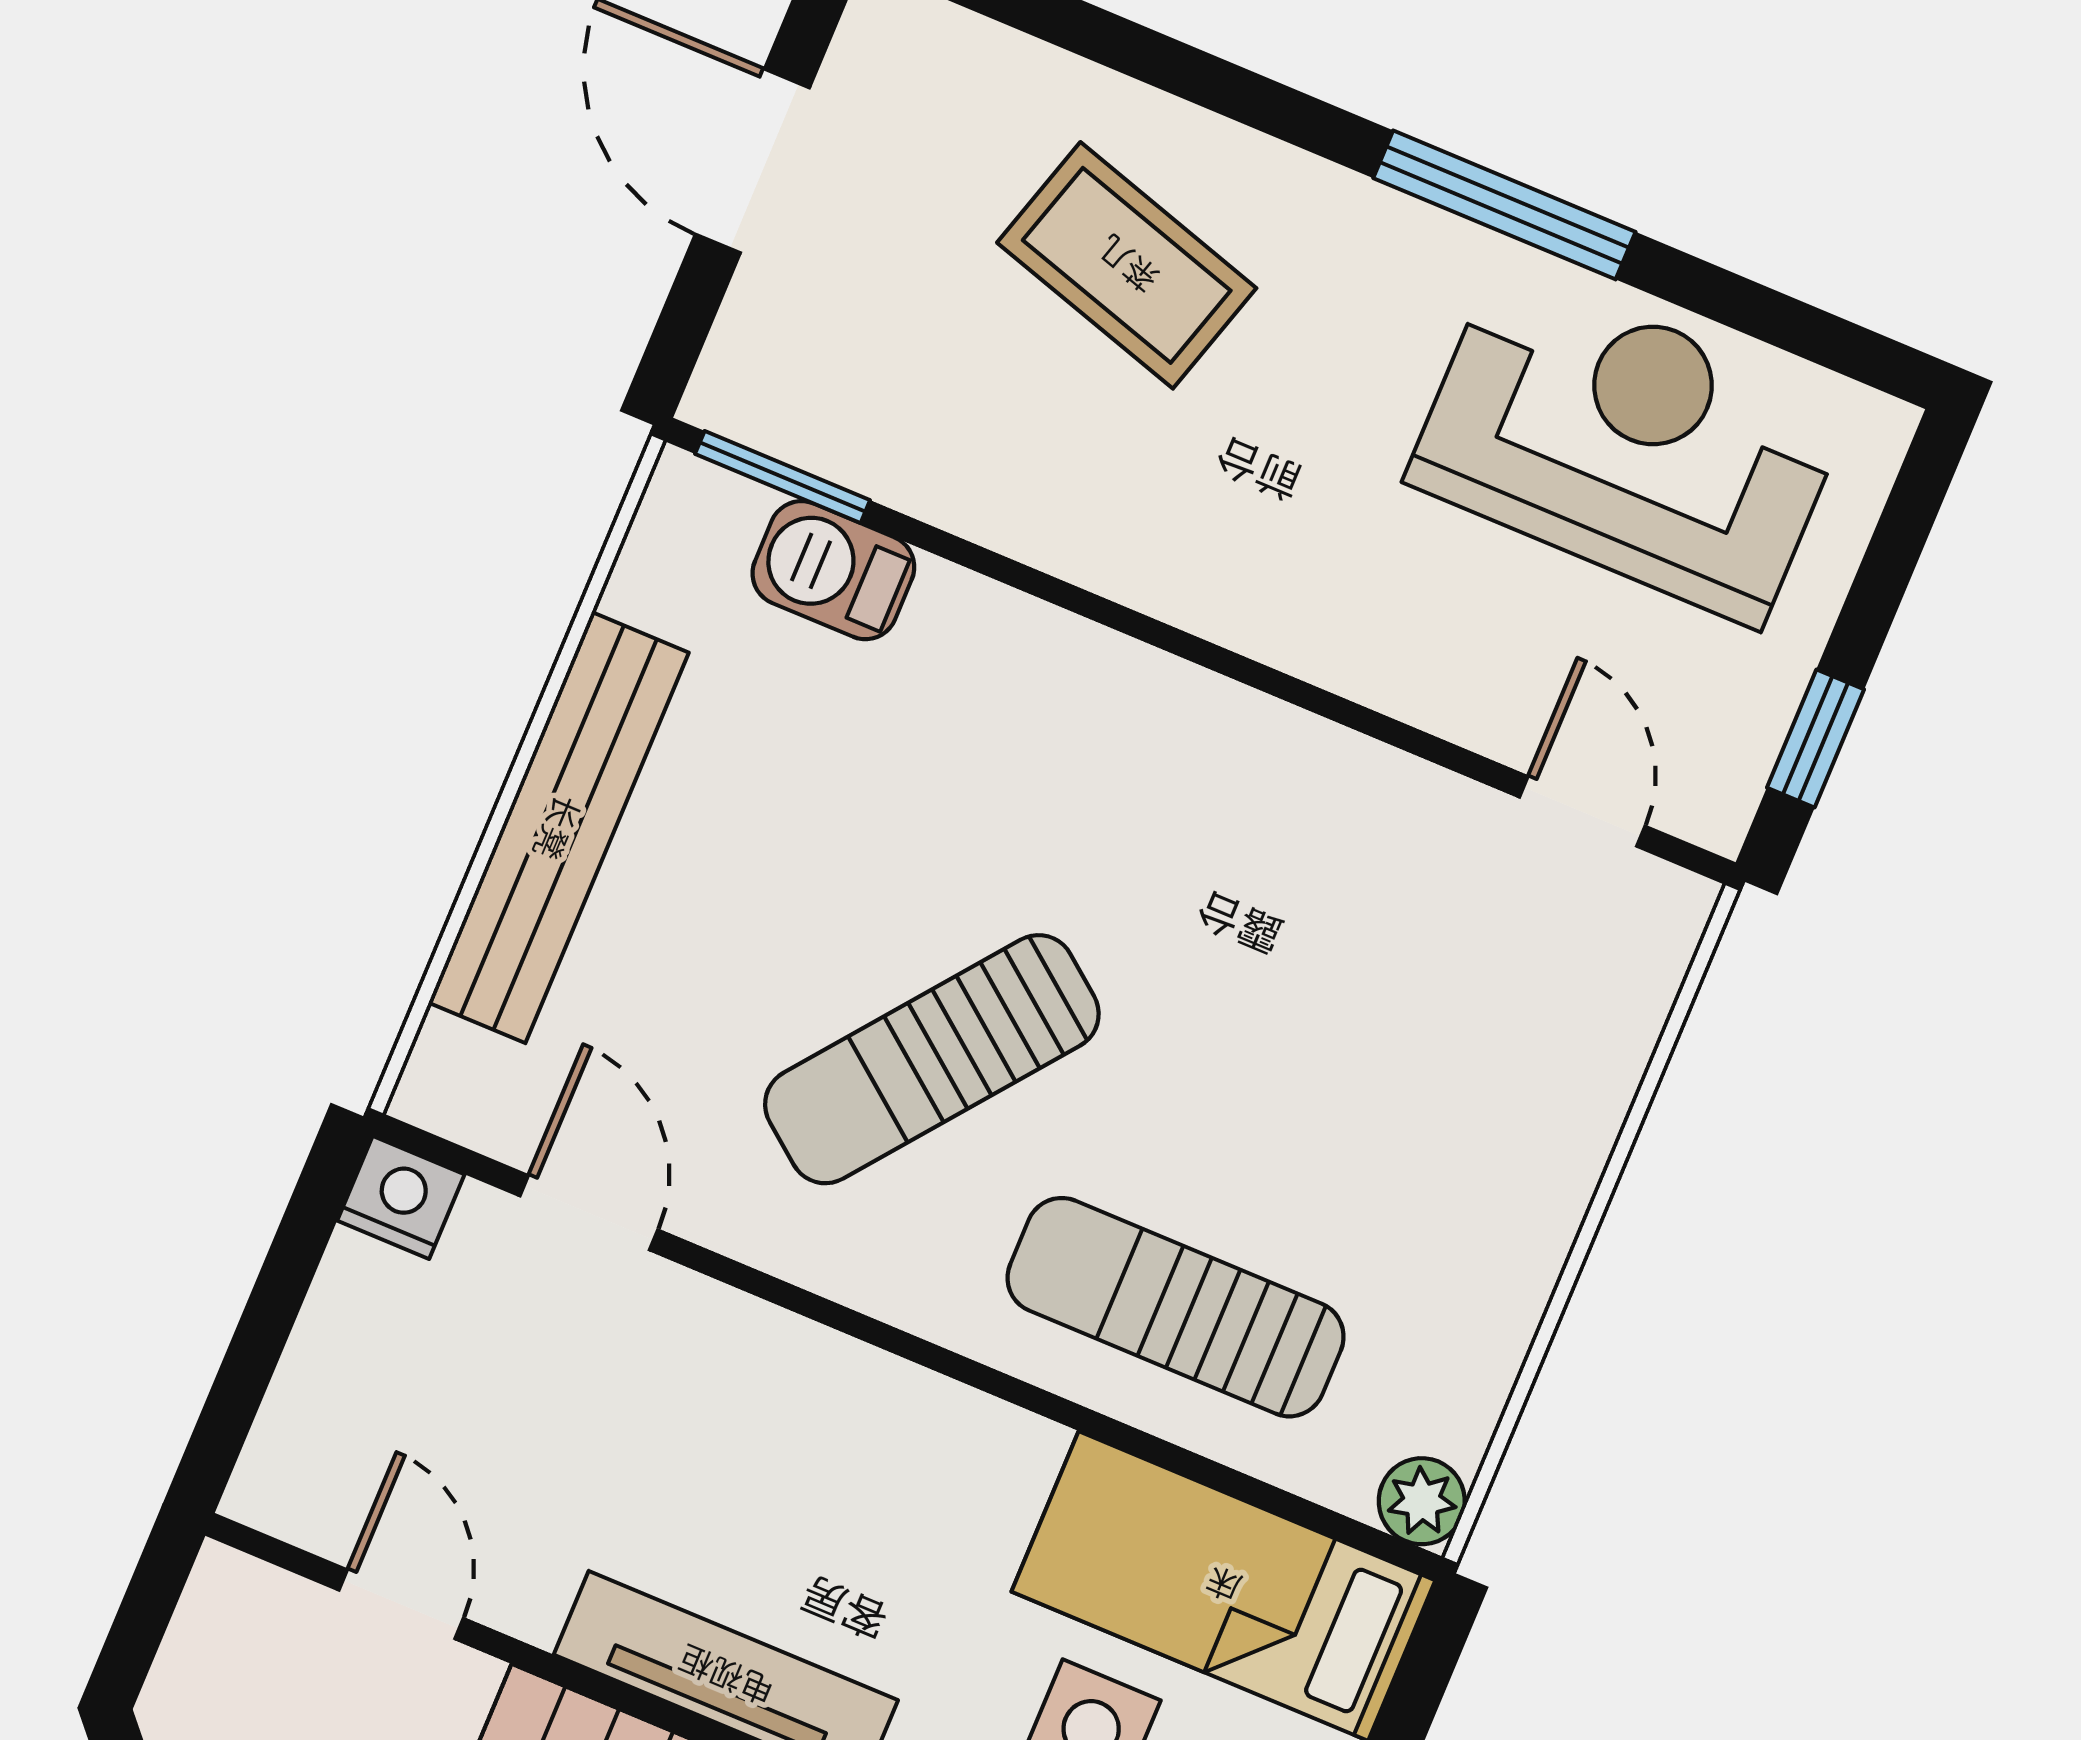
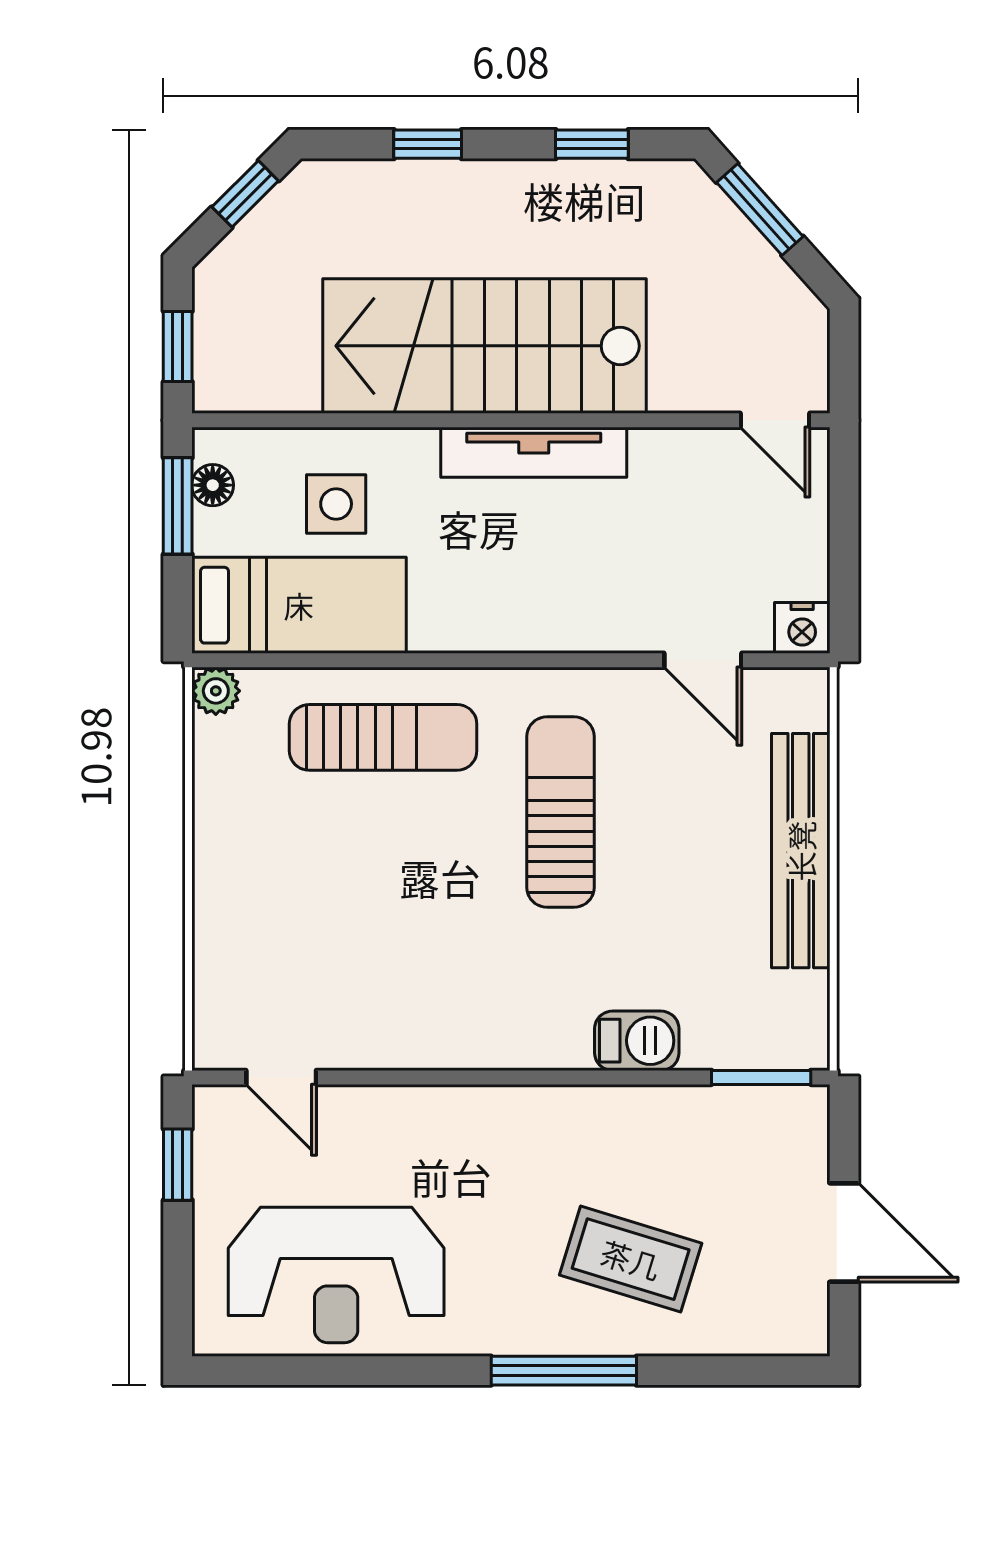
window: (1504, 205) -> (564, 1371), moved
barbecue: (833, 570) -> (637, 1041), moved
sun lounger: (932, 1059) -> (560, 812), turned -38
door: (401, 1604) -> (775, 420), moved

